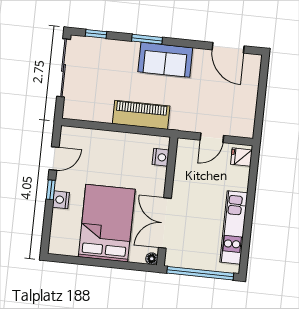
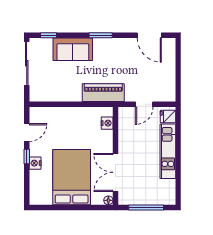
window: (147, 39) -> (101, 35), moved
sofa: (165, 60) -> (73, 49), moved
piano: (141, 115) -> (103, 93), moved
kitchen unit: (234, 227) -> (168, 151), moved
window: (200, 273) -> (146, 207), width x0.68

